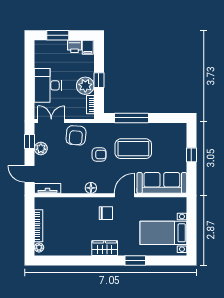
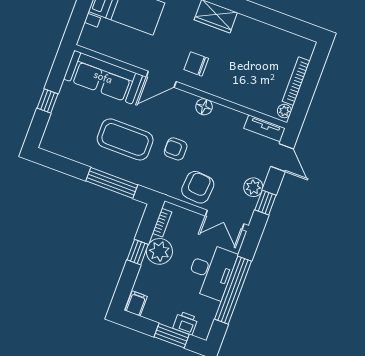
printer: (74, 46) -> (185, 323), moved
window: (30, 78) -> (233, 290), added
plant: (39, 247) -> (284, 111), moved

